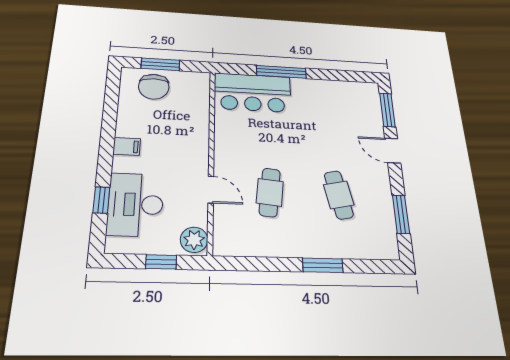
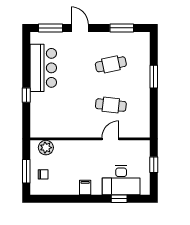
window: (281, 72) -> (26, 95), width x0.46
chair: (154, 87) -> (43, 174), width x0.54, depth x0.54
bar counter: (253, 93) -> (43, 68), moved
door: (393, 151) -> (80, 28), swing flipped
plant: (194, 240) -> (46, 148), moved

